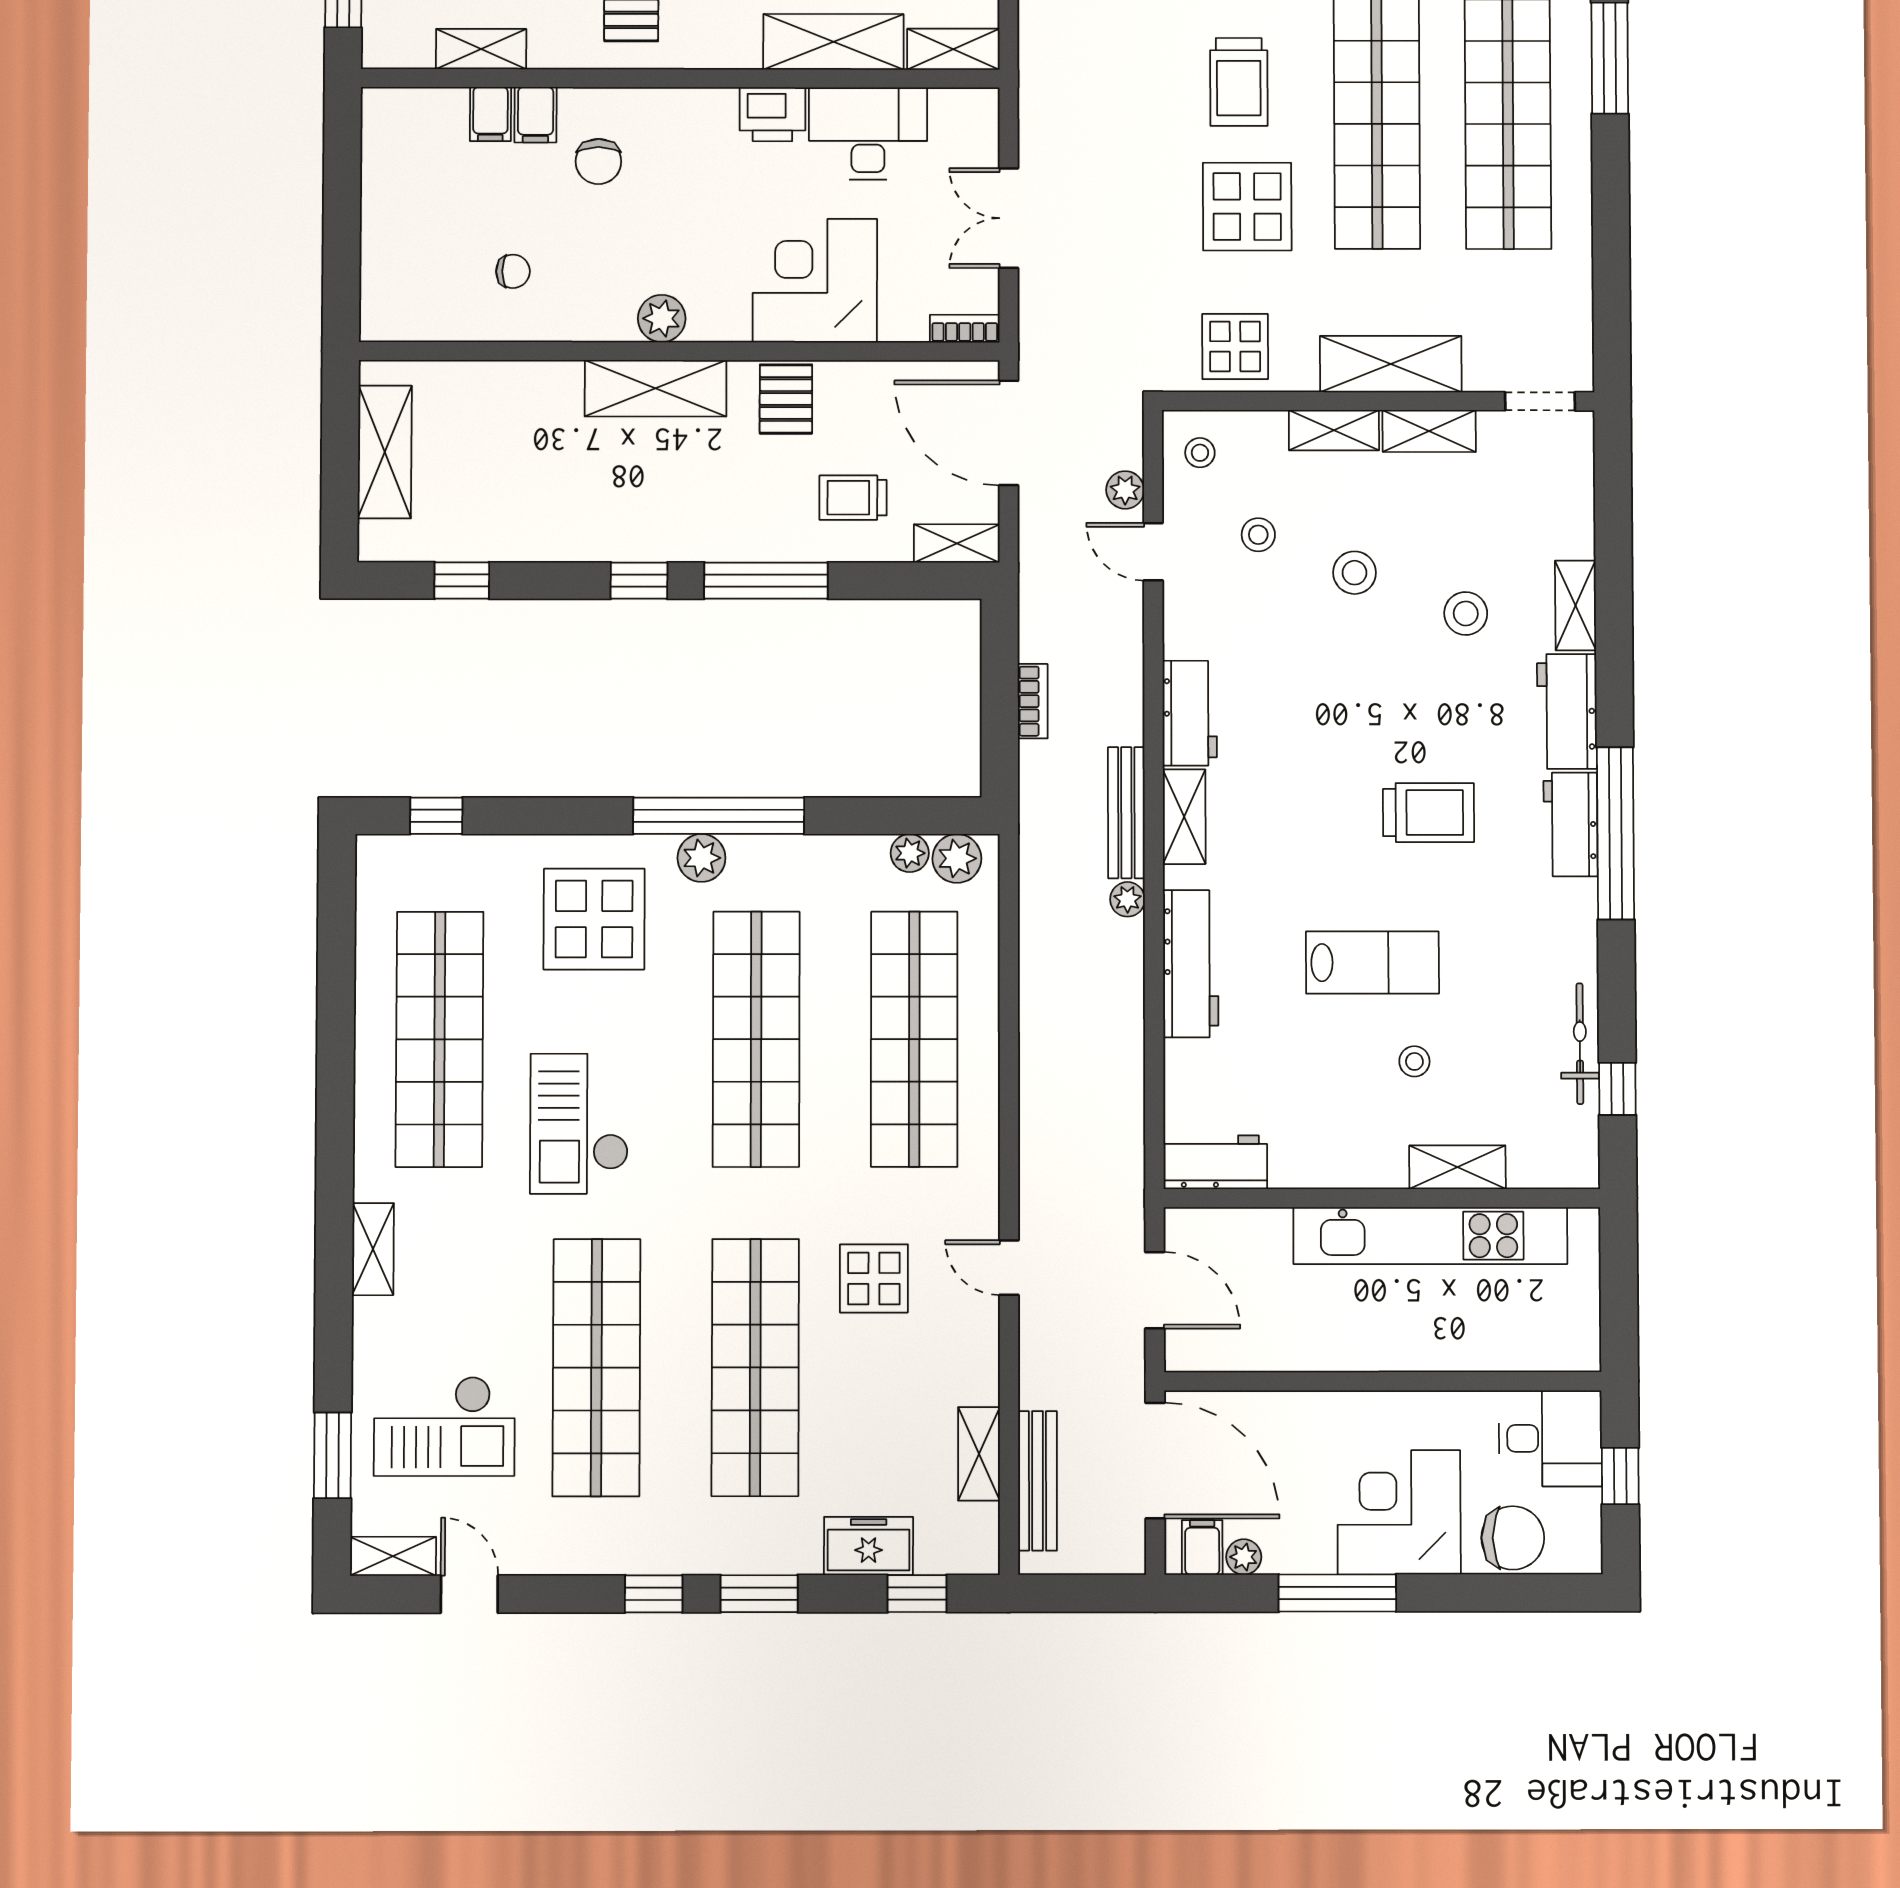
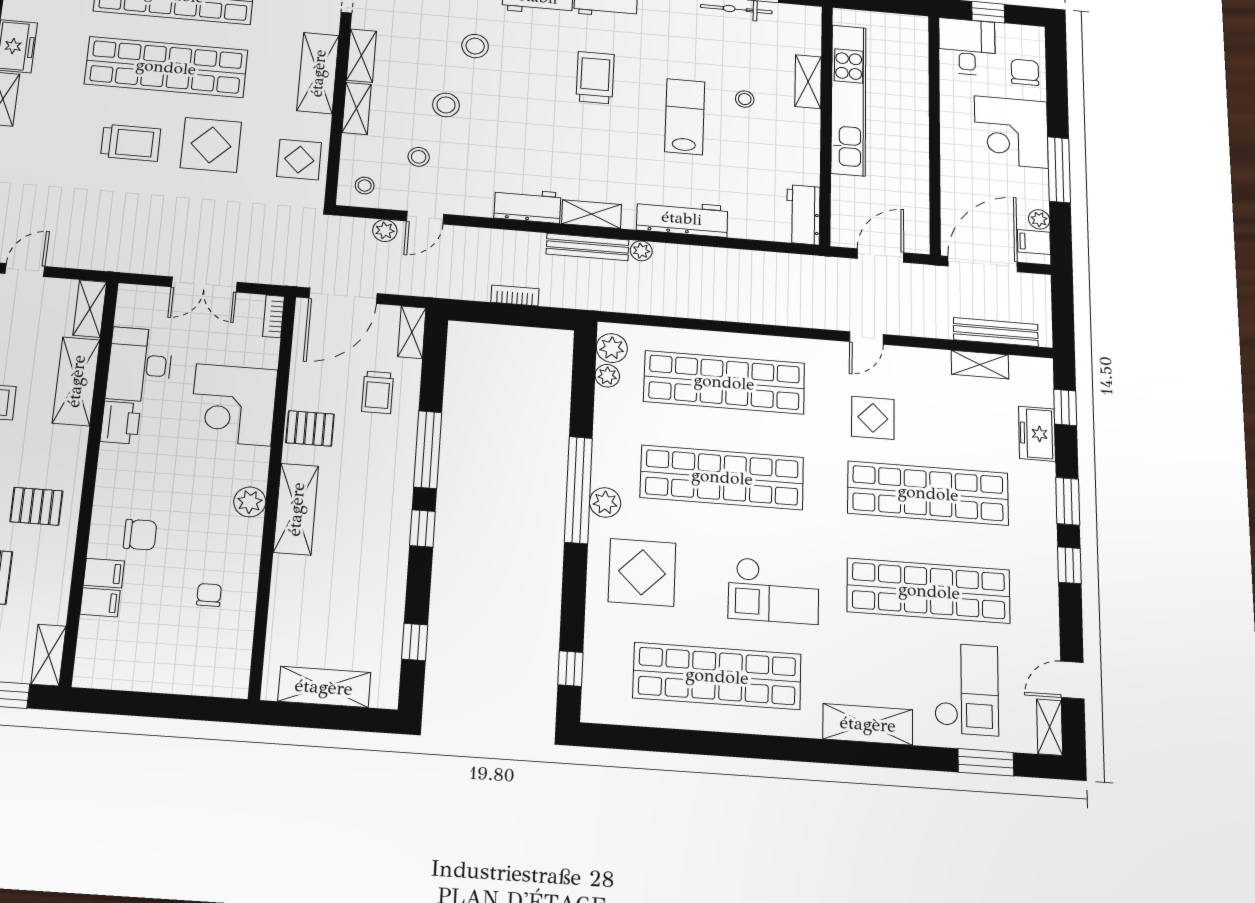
shelving: (481, 49) -> (49, 655), moved
shelving: (373, 1249) -> (868, 724), width x1.50, depth x1.33
chair: (1513, 1538) -> (1025, 72), width x0.73, depth x0.73

